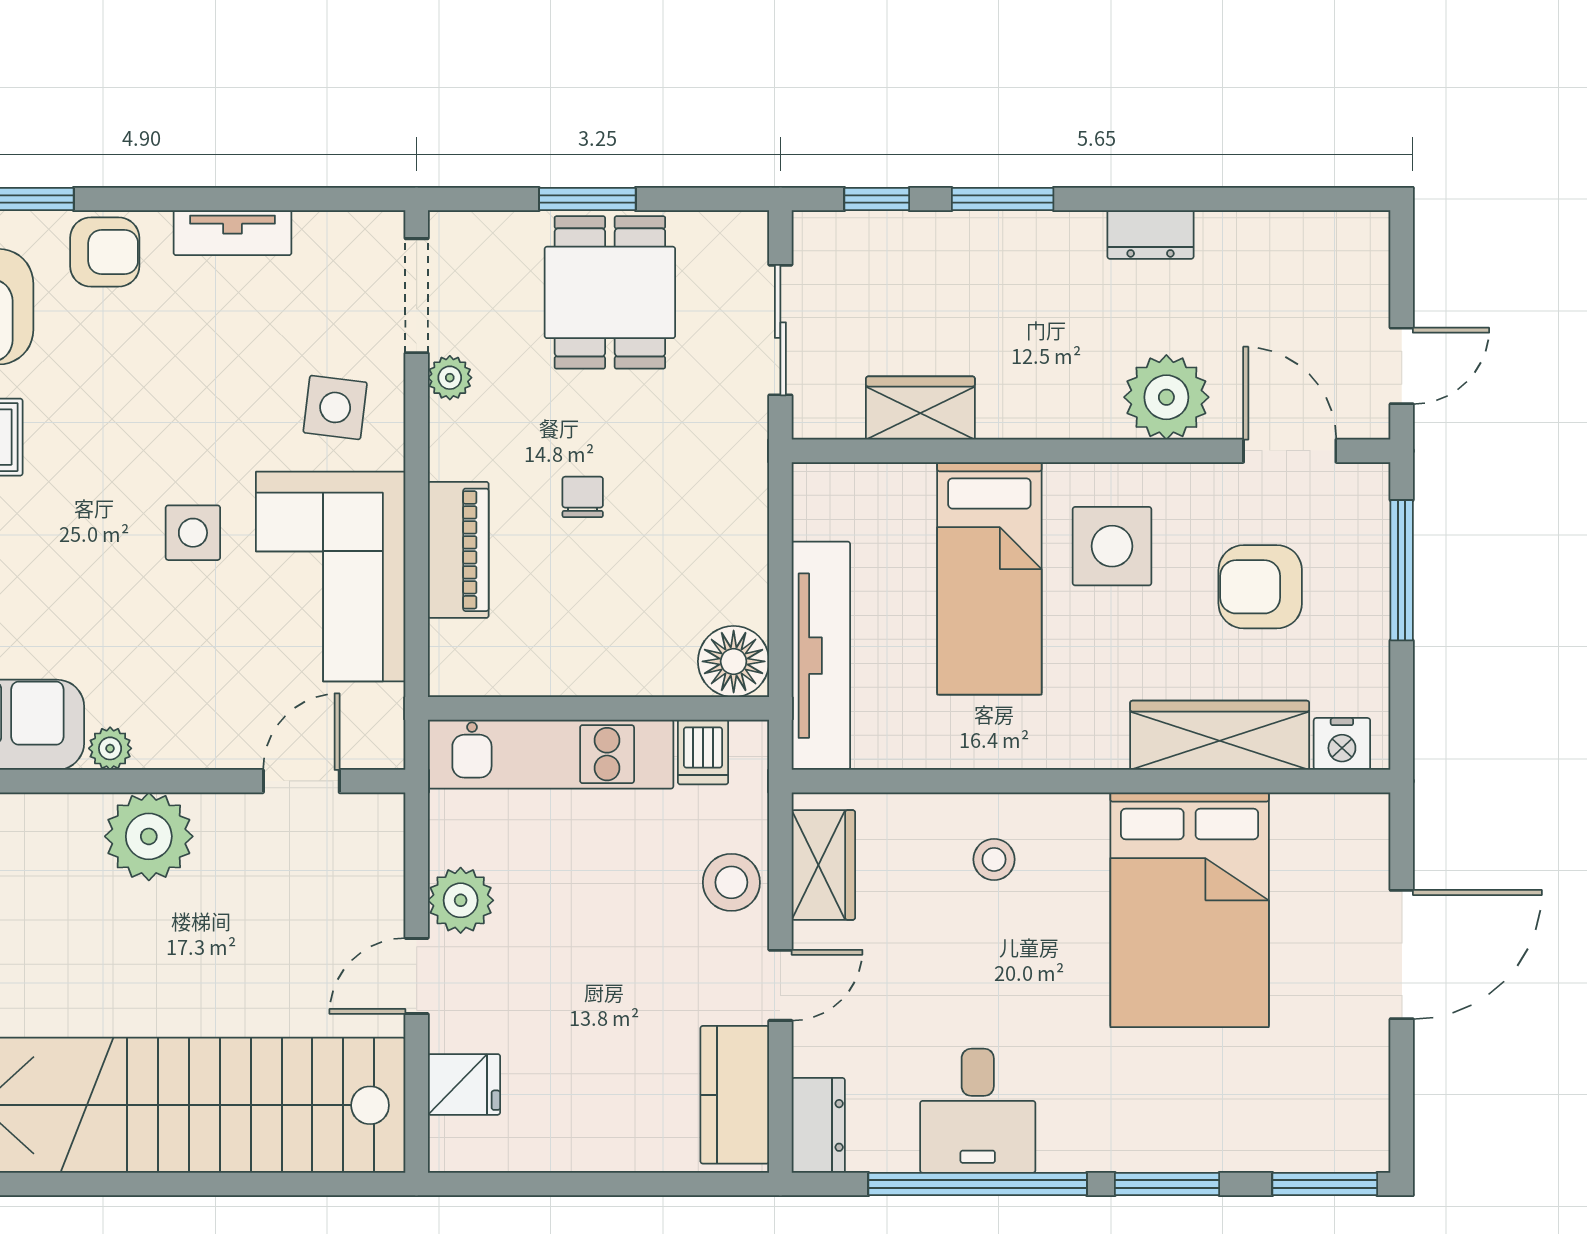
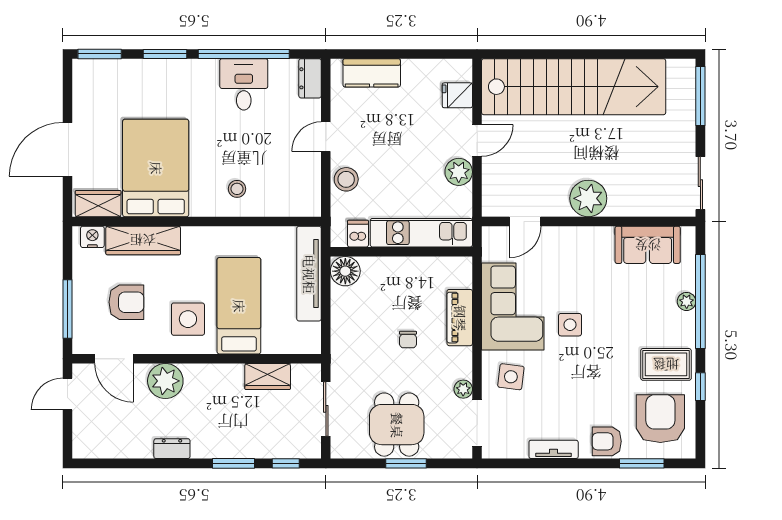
plant: (110, 748) -> (604, 235), removed
wardrobe: (823, 865) -> (98, 204), moved, turned 90
kitchen counter: (735, 1095) -> (372, 73), moved, turned 90

